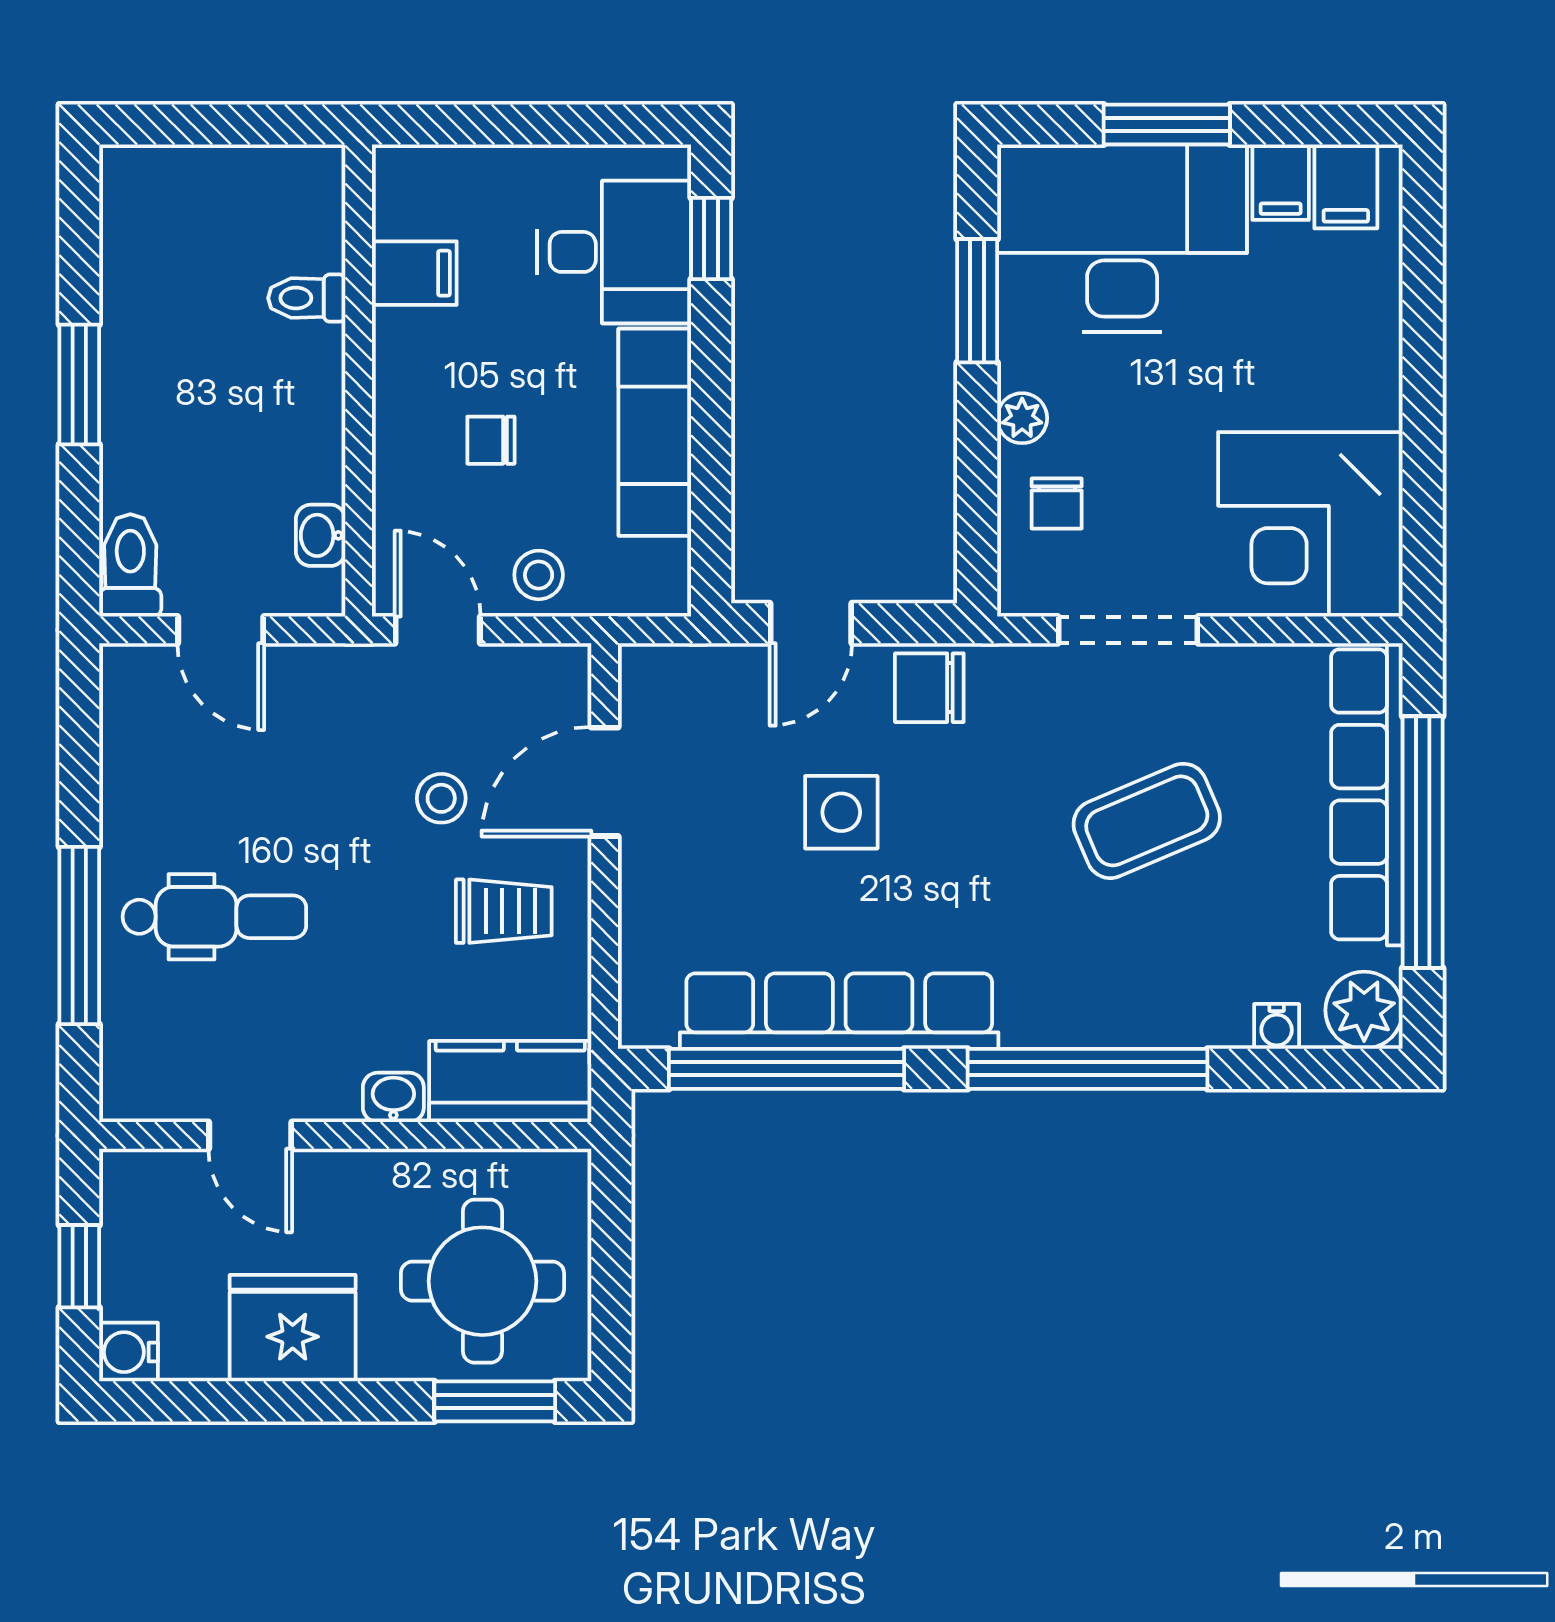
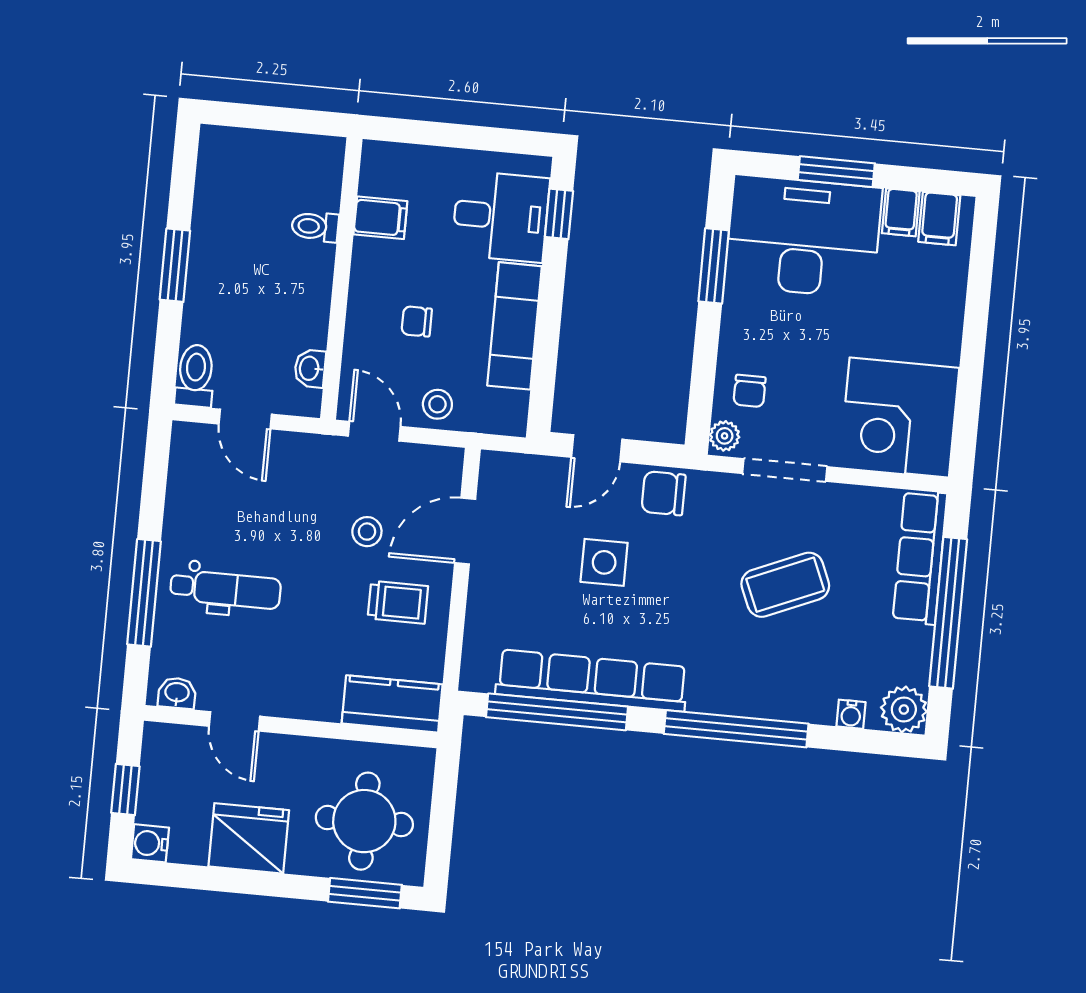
plant: (1022, 418) -> (725, 436), moved
row of seats: (1367, 794) -> (920, 557), width x0.73
washbasin: (393, 1097) -> (177, 693), moved

